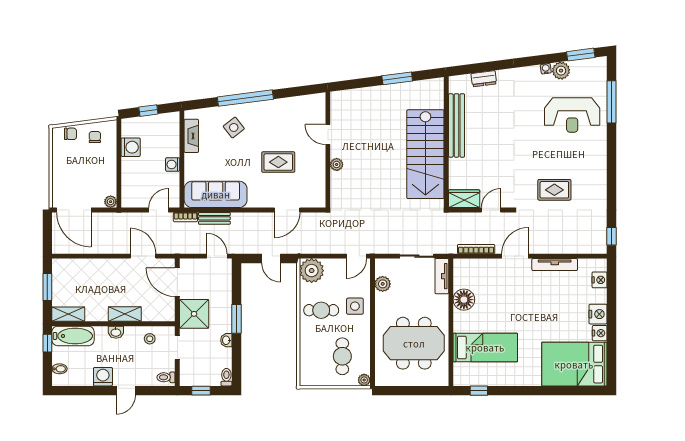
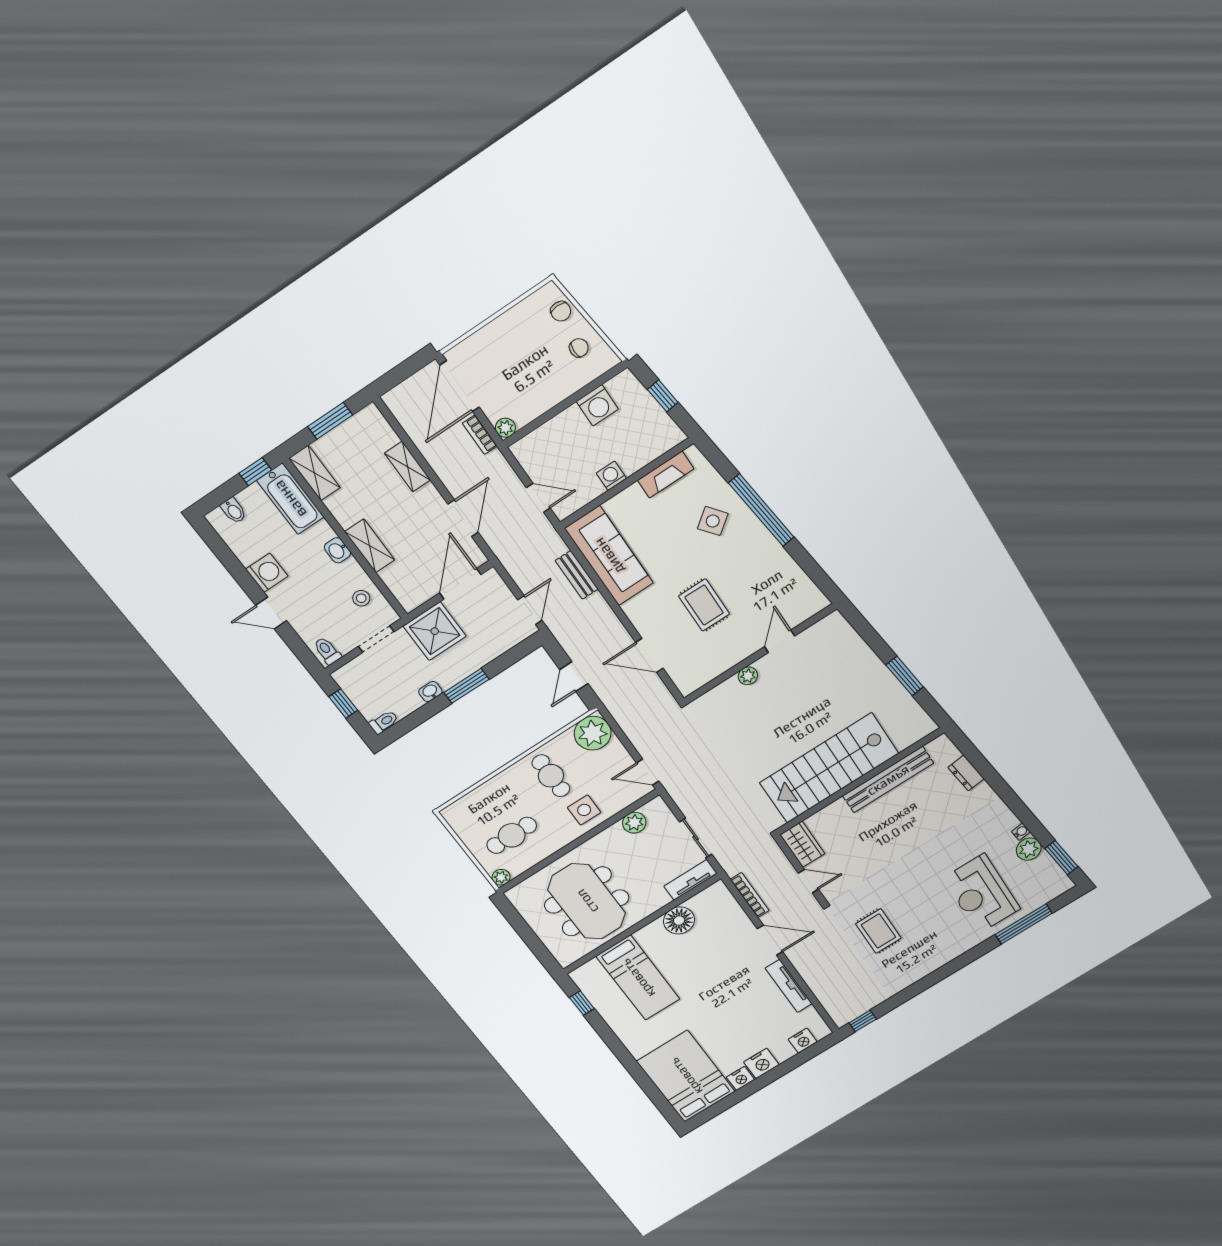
bookcase: (185, 217) -> (480, 435), moved
shelving: (97, 265) -> (408, 467), added

